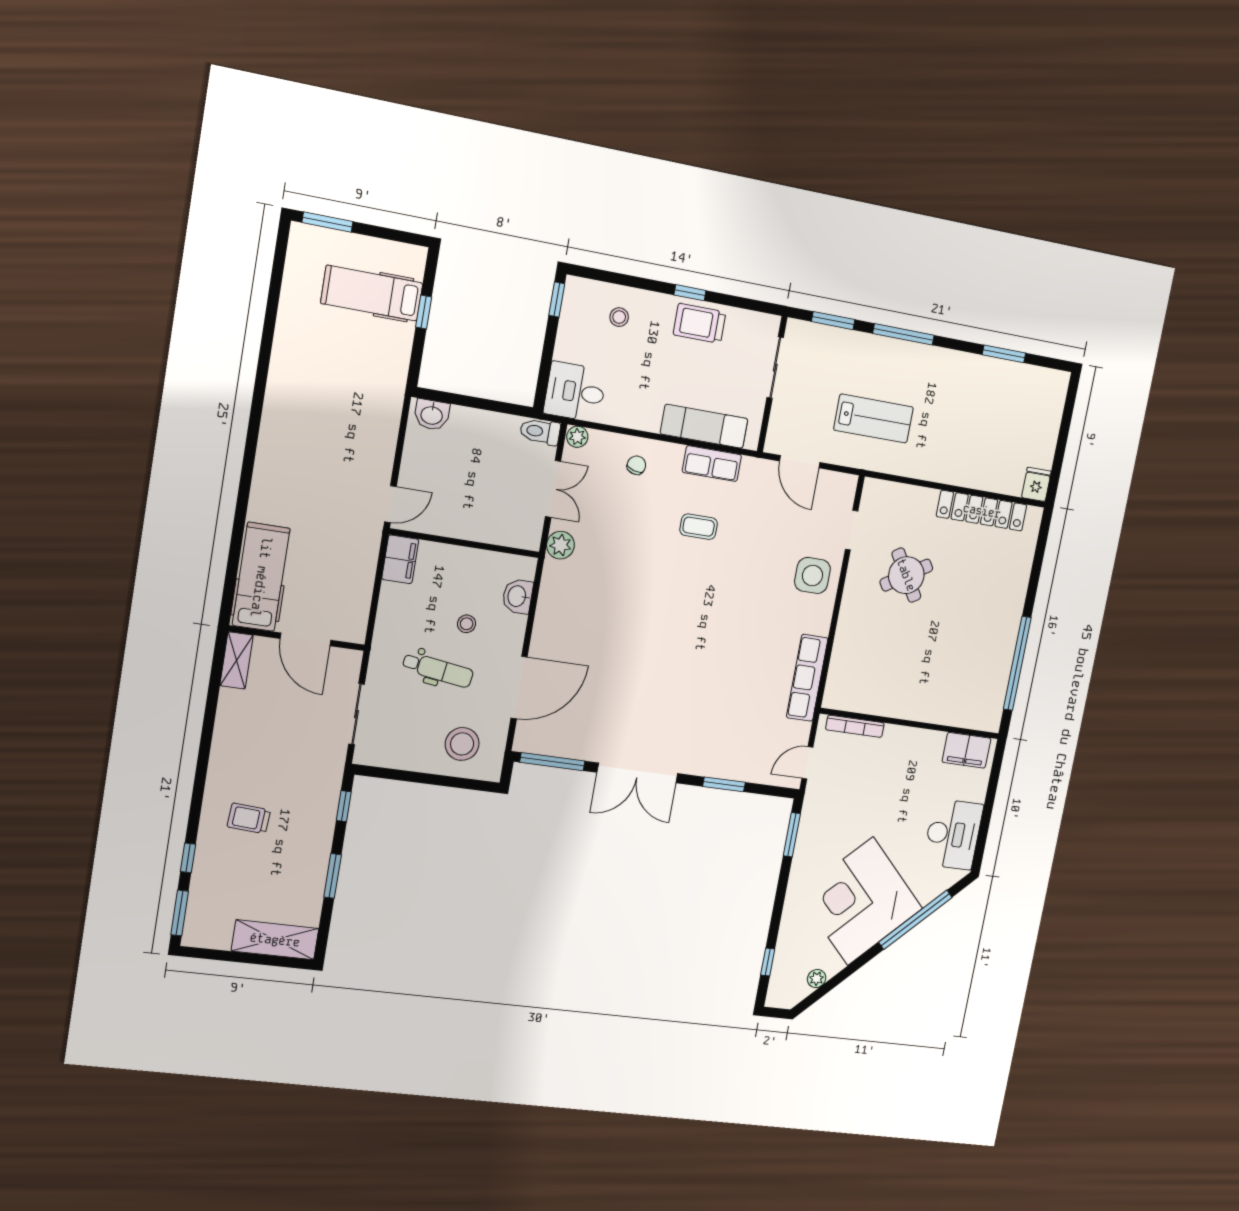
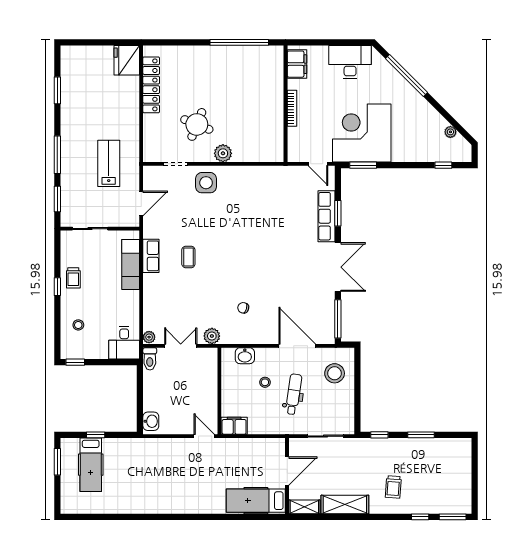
window: (327, 222) -> (57, 462), moved
trolley: (700, 323) -> (73, 278), width x0.73, depth x0.72
chair: (636, 465) -> (243, 308), moved
fridge: (1036, 484) -> (127, 60), width x1.88, depth x1.34
round table: (906, 575) -> (197, 124), turned -36
plant: (853, 611) -> (223, 153), added
row of seats: (807, 678) -> (327, 216), moved, turned 90
bookcase: (855, 726) -> (292, 108), moved
corner desk: (860, 901) -> (362, 133), moved, turned 135
shelving: (275, 940) -> (345, 504), moved, turned 90

